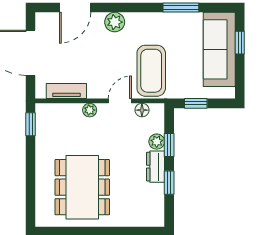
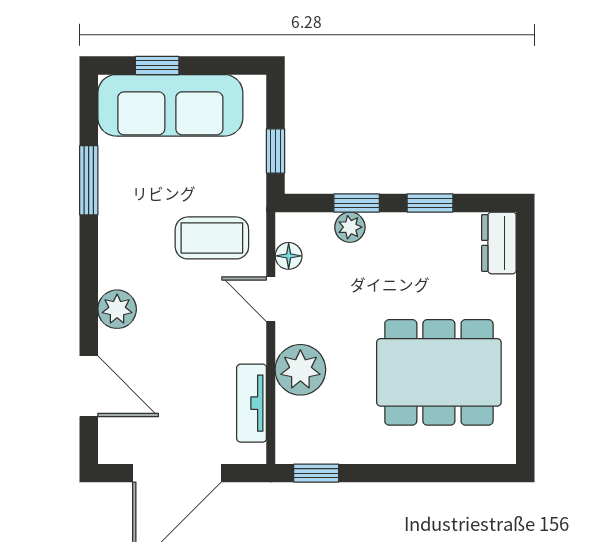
coffee table: (151, 71) -> (212, 238), width x0.73, depth x0.76
plant: (90, 110) -> (300, 370), width x1.88, depth x1.88
dresser: (156, 167) -> (499, 243), moved, turned 90

